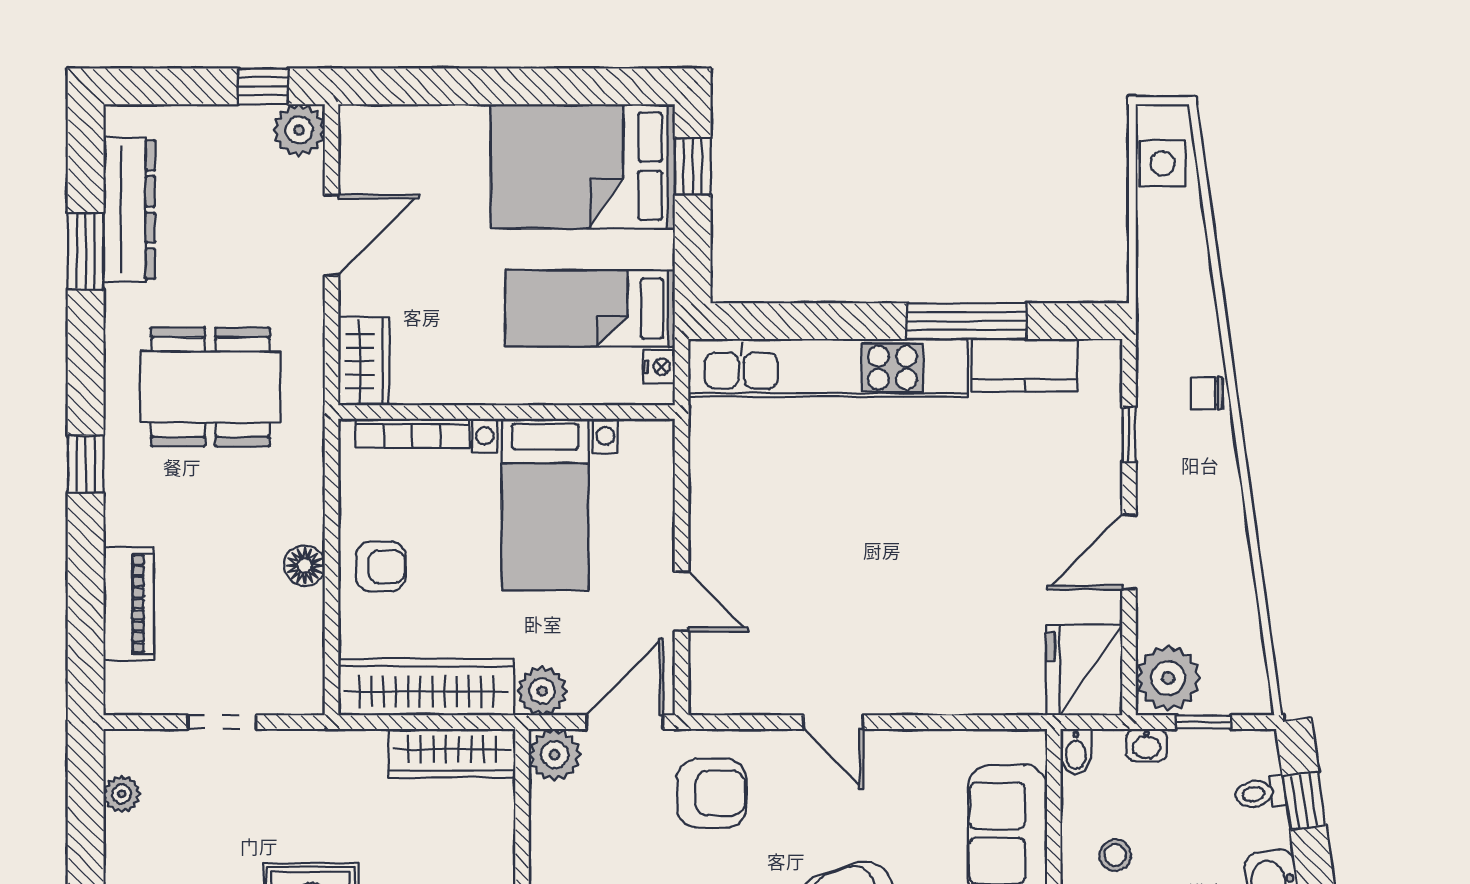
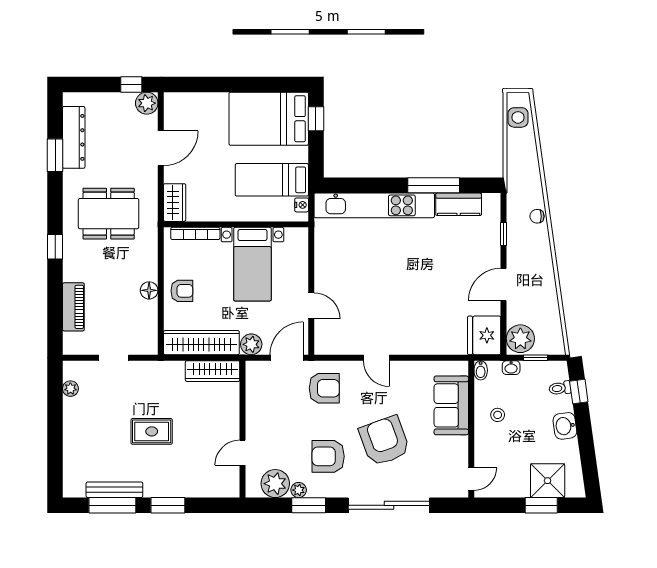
plant: (555, 755) -> (257, 372), removed

